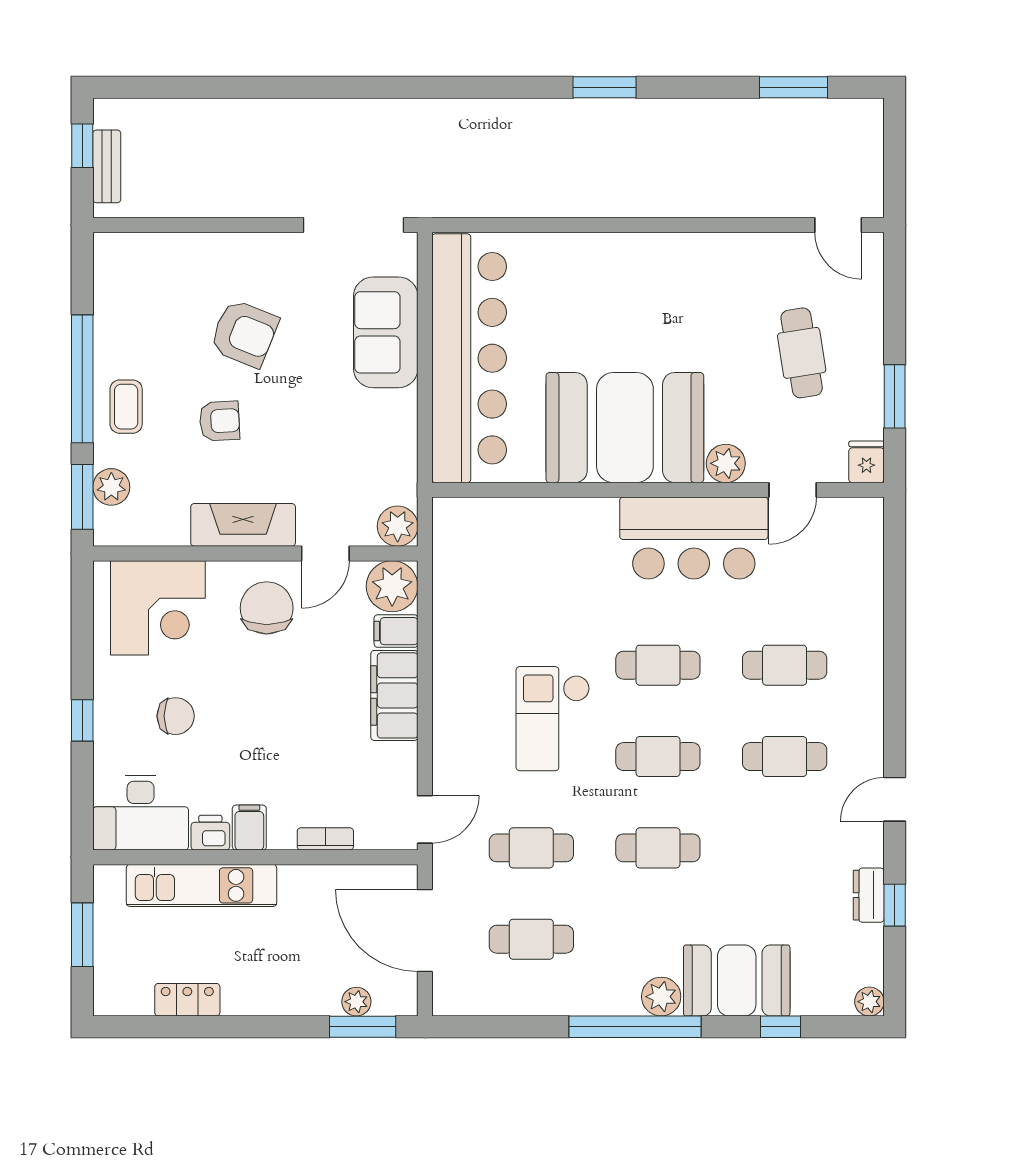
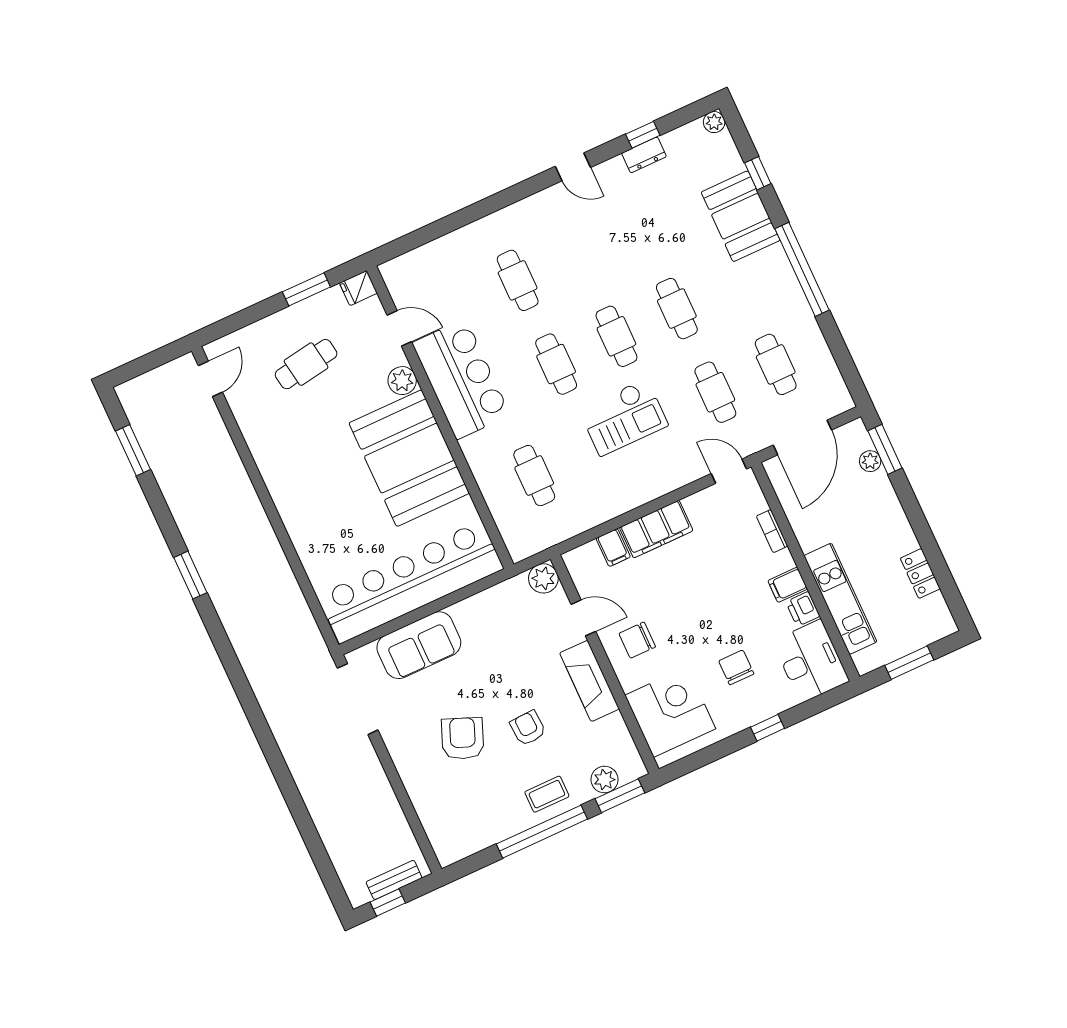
plant: (392, 586) -> (585, 564), removed
chair: (267, 608) -> (637, 640), width x0.73, depth x0.73
cafe table: (785, 757) -> (534, 476), moved
plant: (661, 997) -> (774, 261), removed

